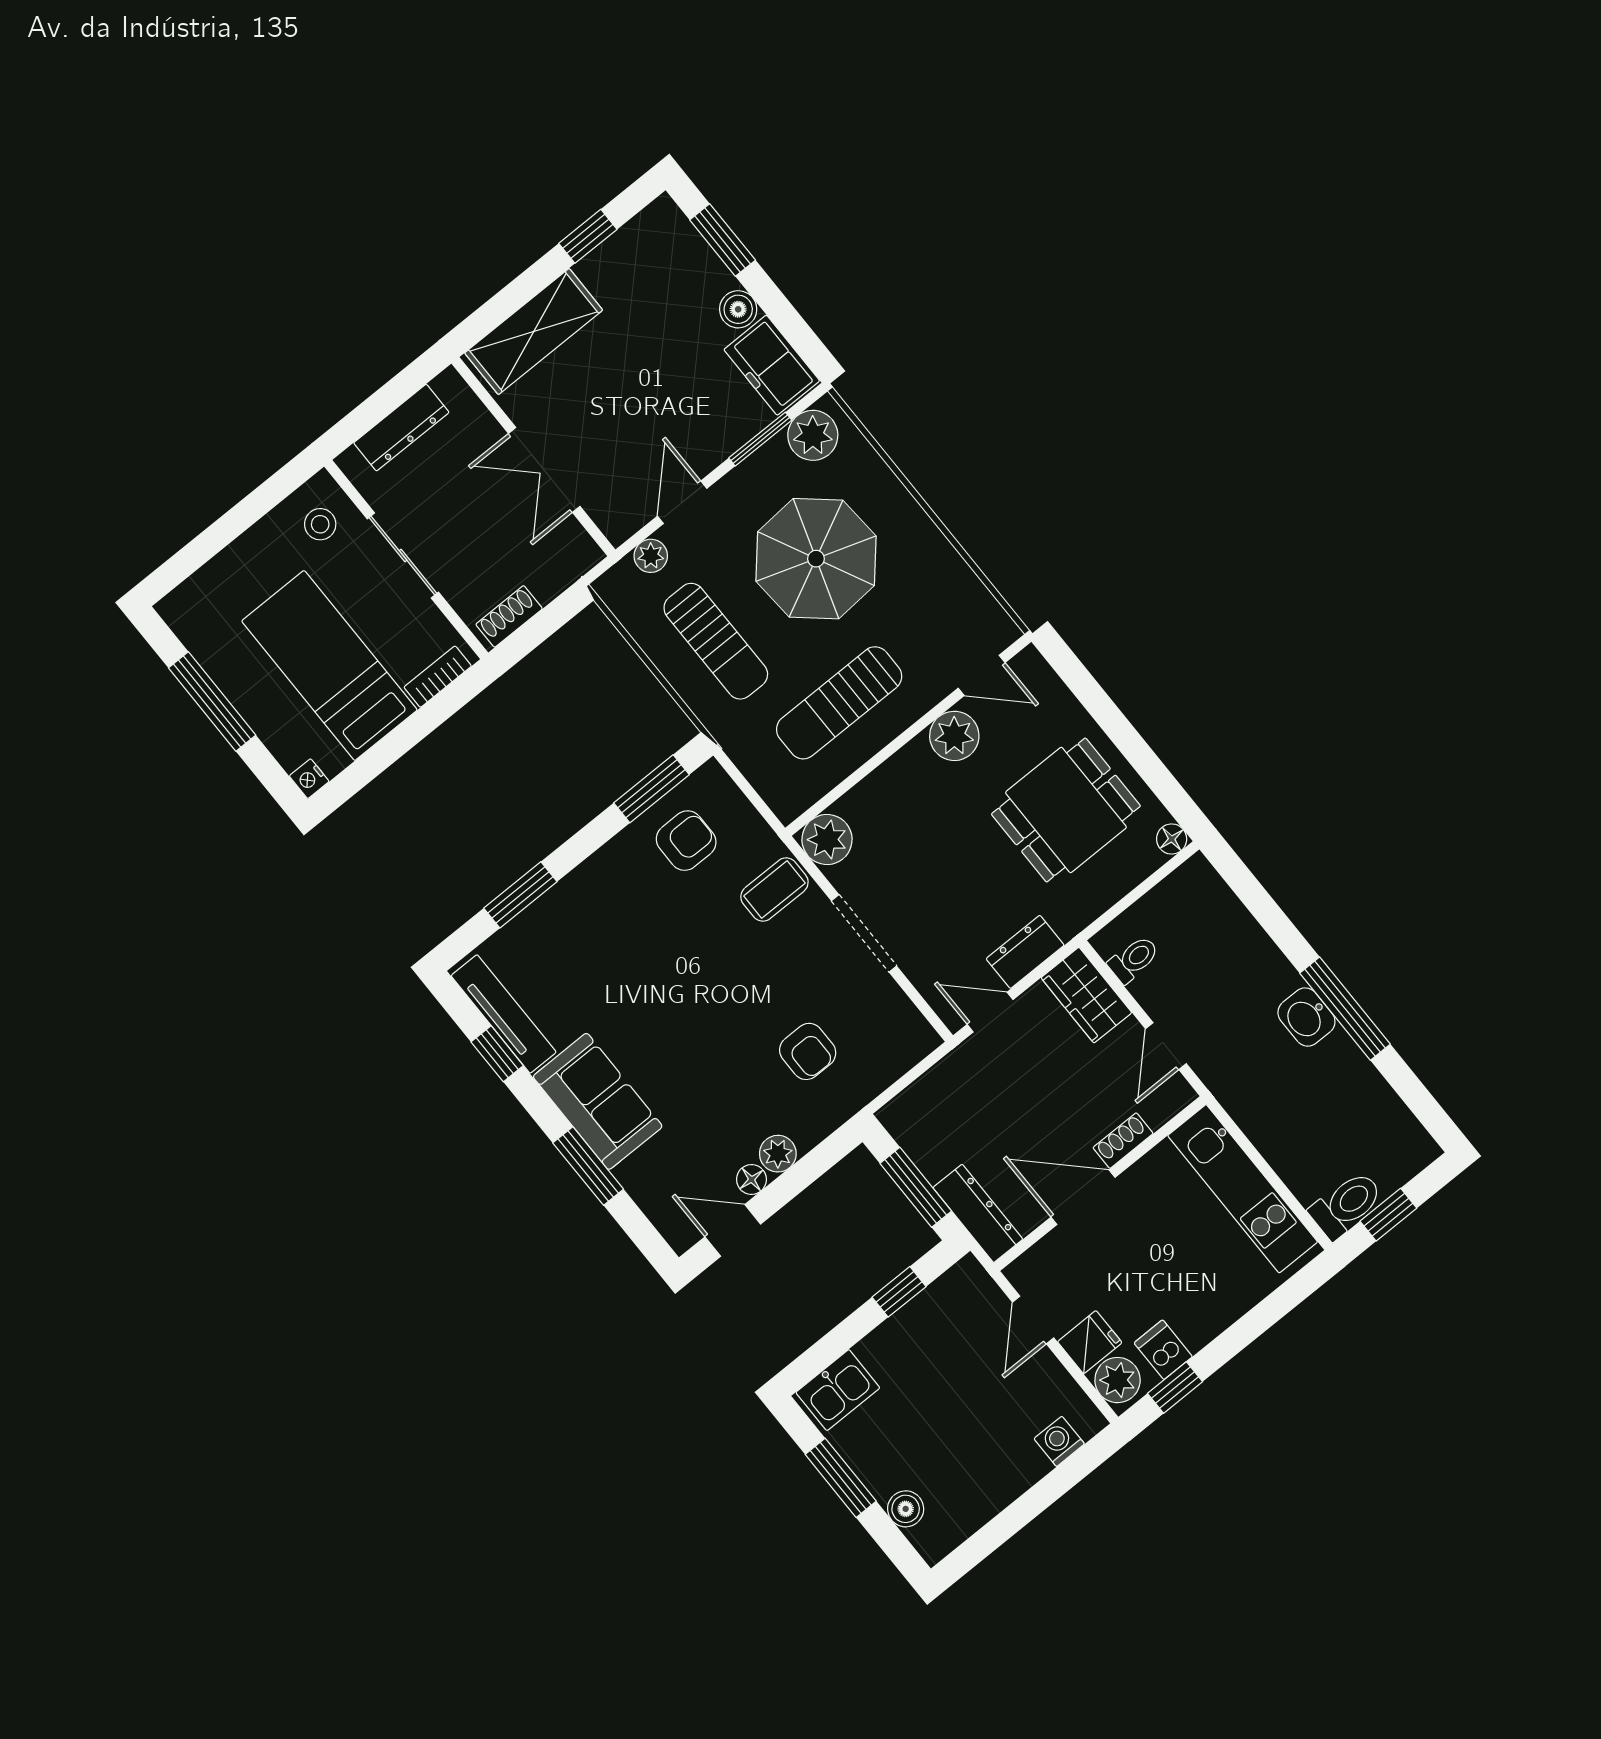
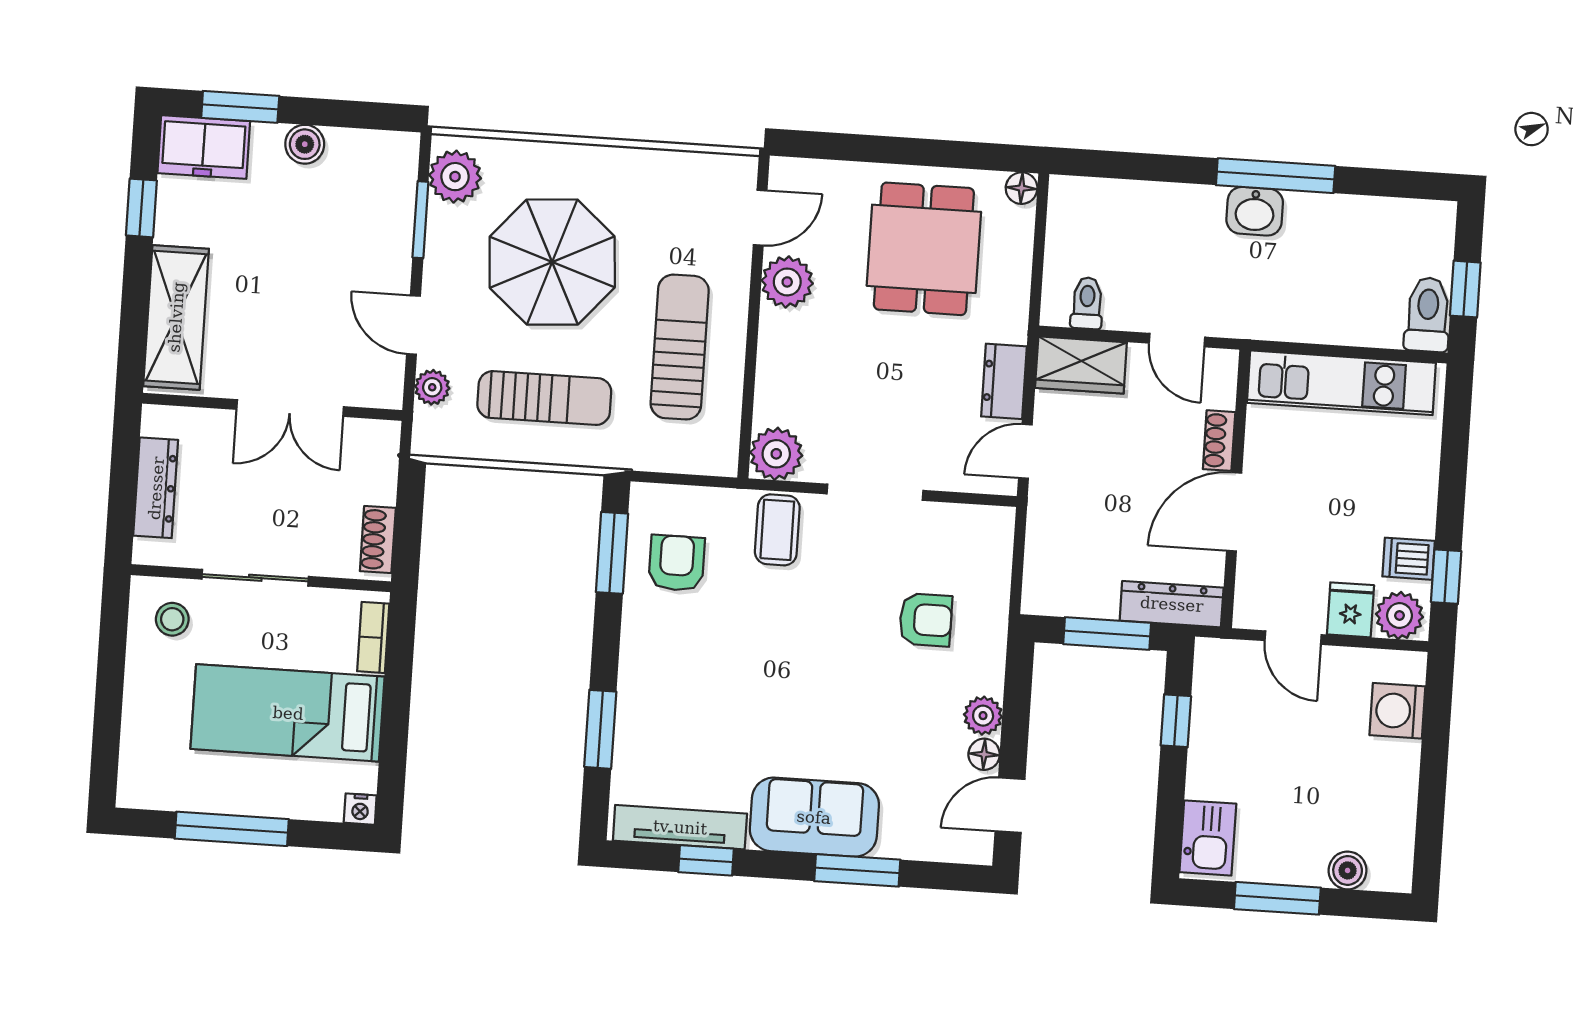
freezer: (772, 365) -> (204, 147), moved
sun lounger: (839, 703) -> (680, 347), turned 180
washing machine: (1059, 1441) -> (1397, 711), width x1.38, depth x1.38

